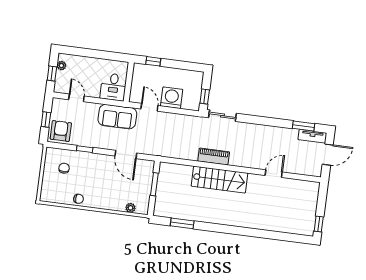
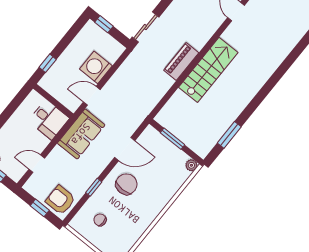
window: (205, 96) -> (104, 24), moved
chair: (79, 199) -> (126, 184), moved, width x1.87, depth x1.87
plant: (130, 208) -> (191, 165), moved

